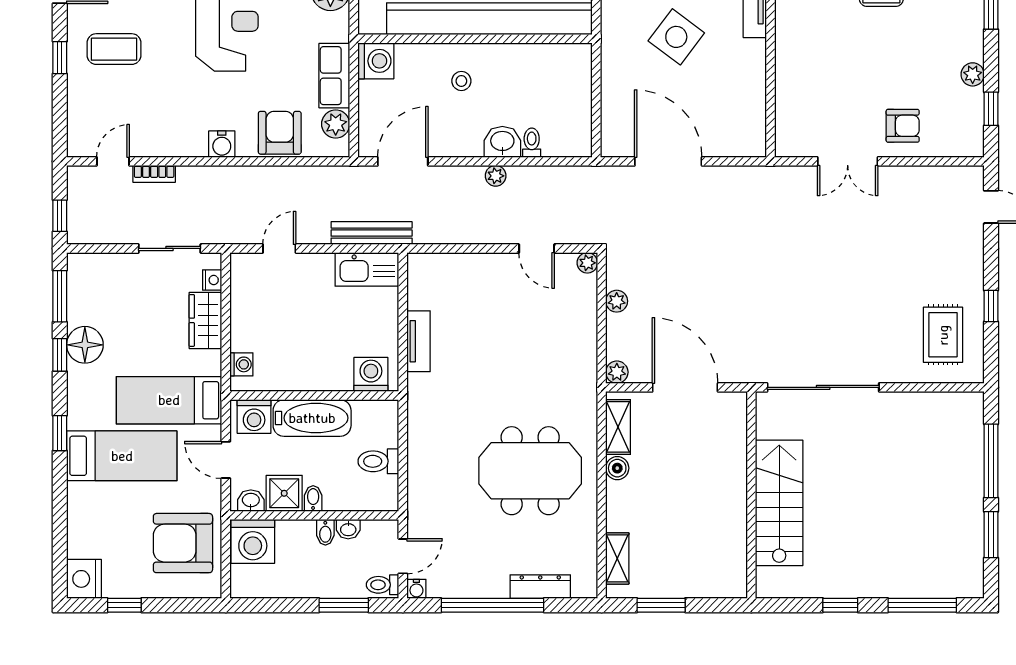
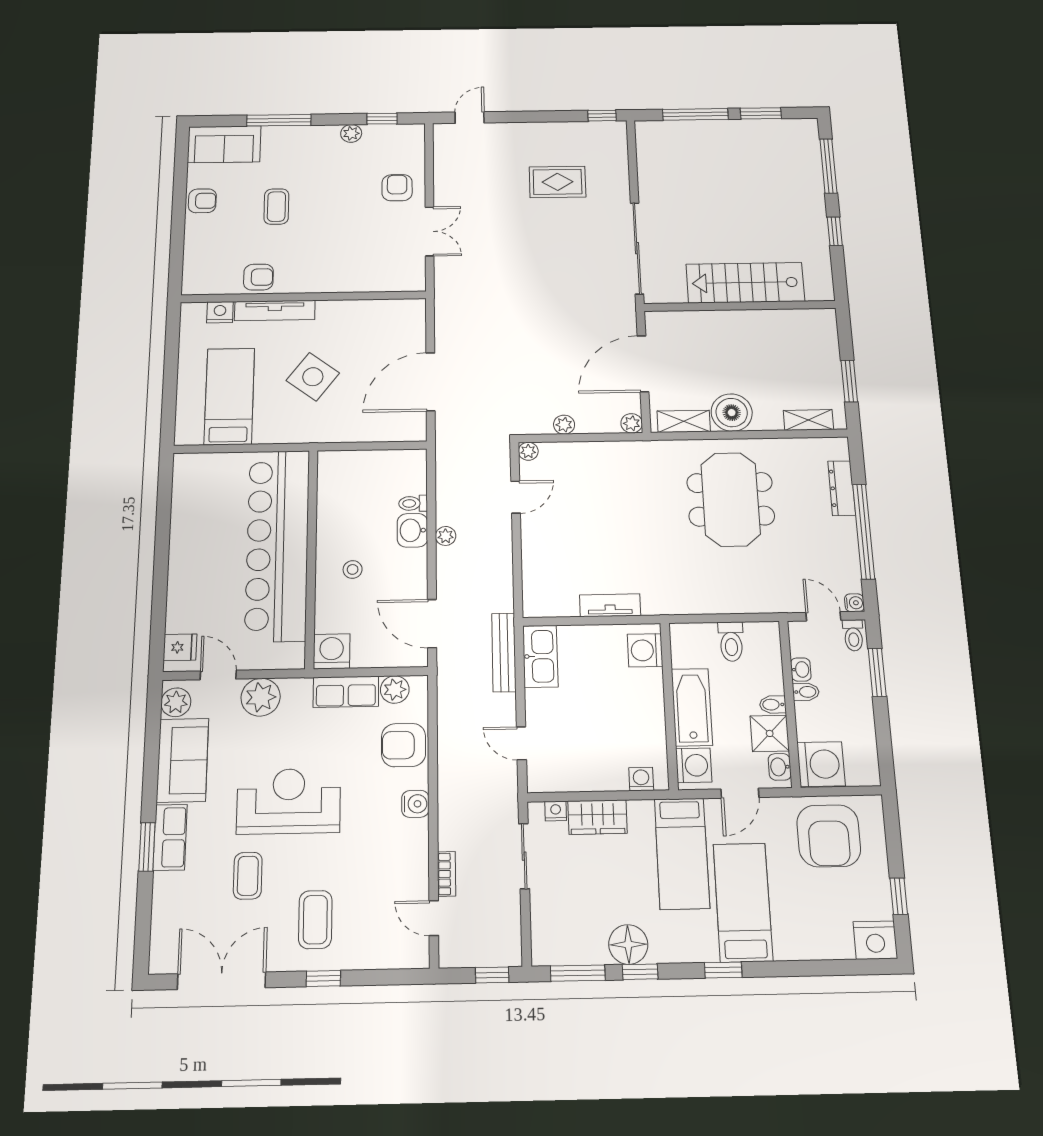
window: (991, 306) -> (602, 116), moved
rug: (943, 335) -> (558, 182), moved
boiler: (617, 468) -> (732, 413), width x1.86, depth x1.86

